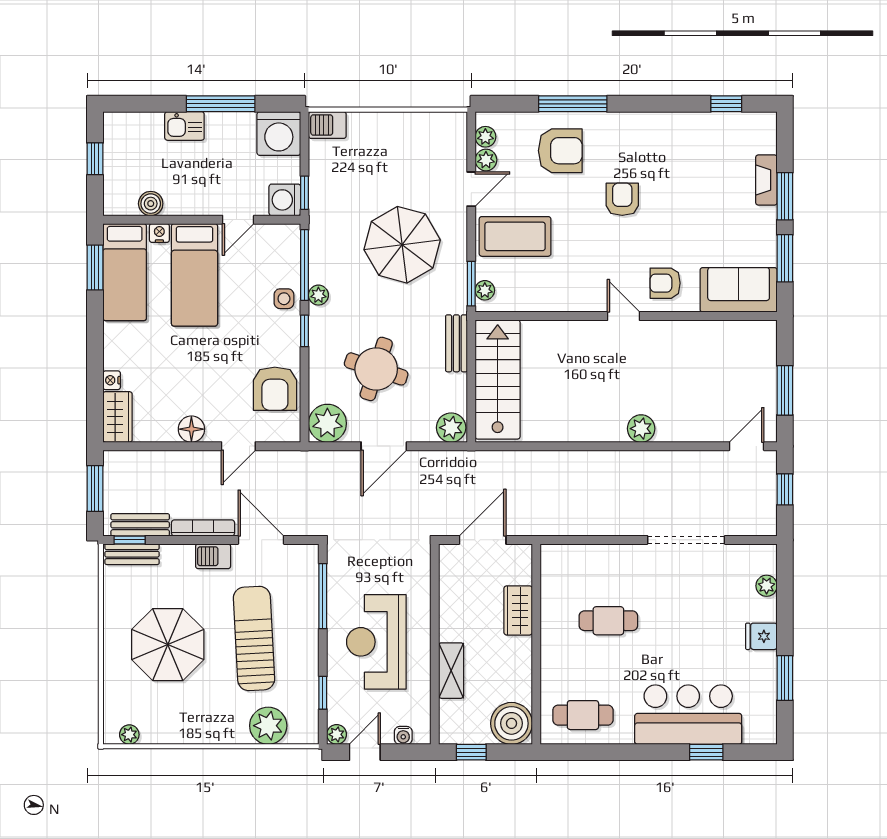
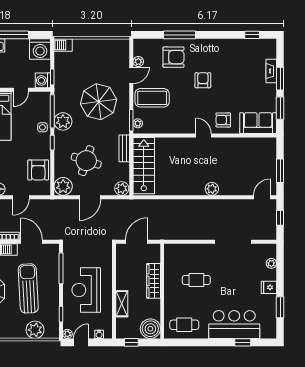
plant: (485, 137) -> (138, 51), removed
plant: (318, 295) -> (63, 121), width x1.88, depth x1.88
wardrobe: (518, 610) -> (154, 281), width x1.50

